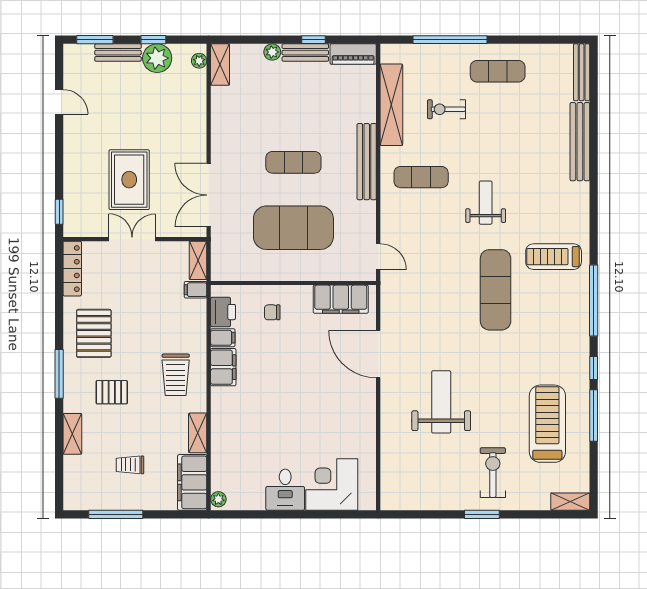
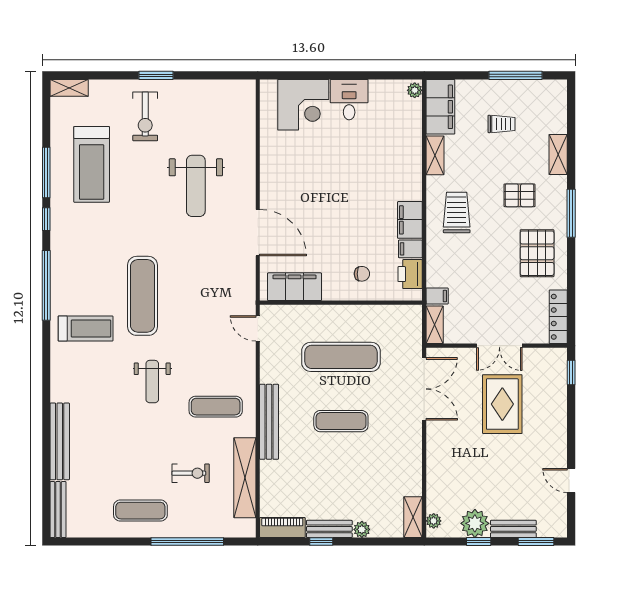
exercise mat: (293, 228) -> (341, 357), width x0.68

